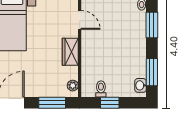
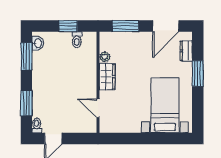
plant: (73, 86) -> (105, 57), moved

